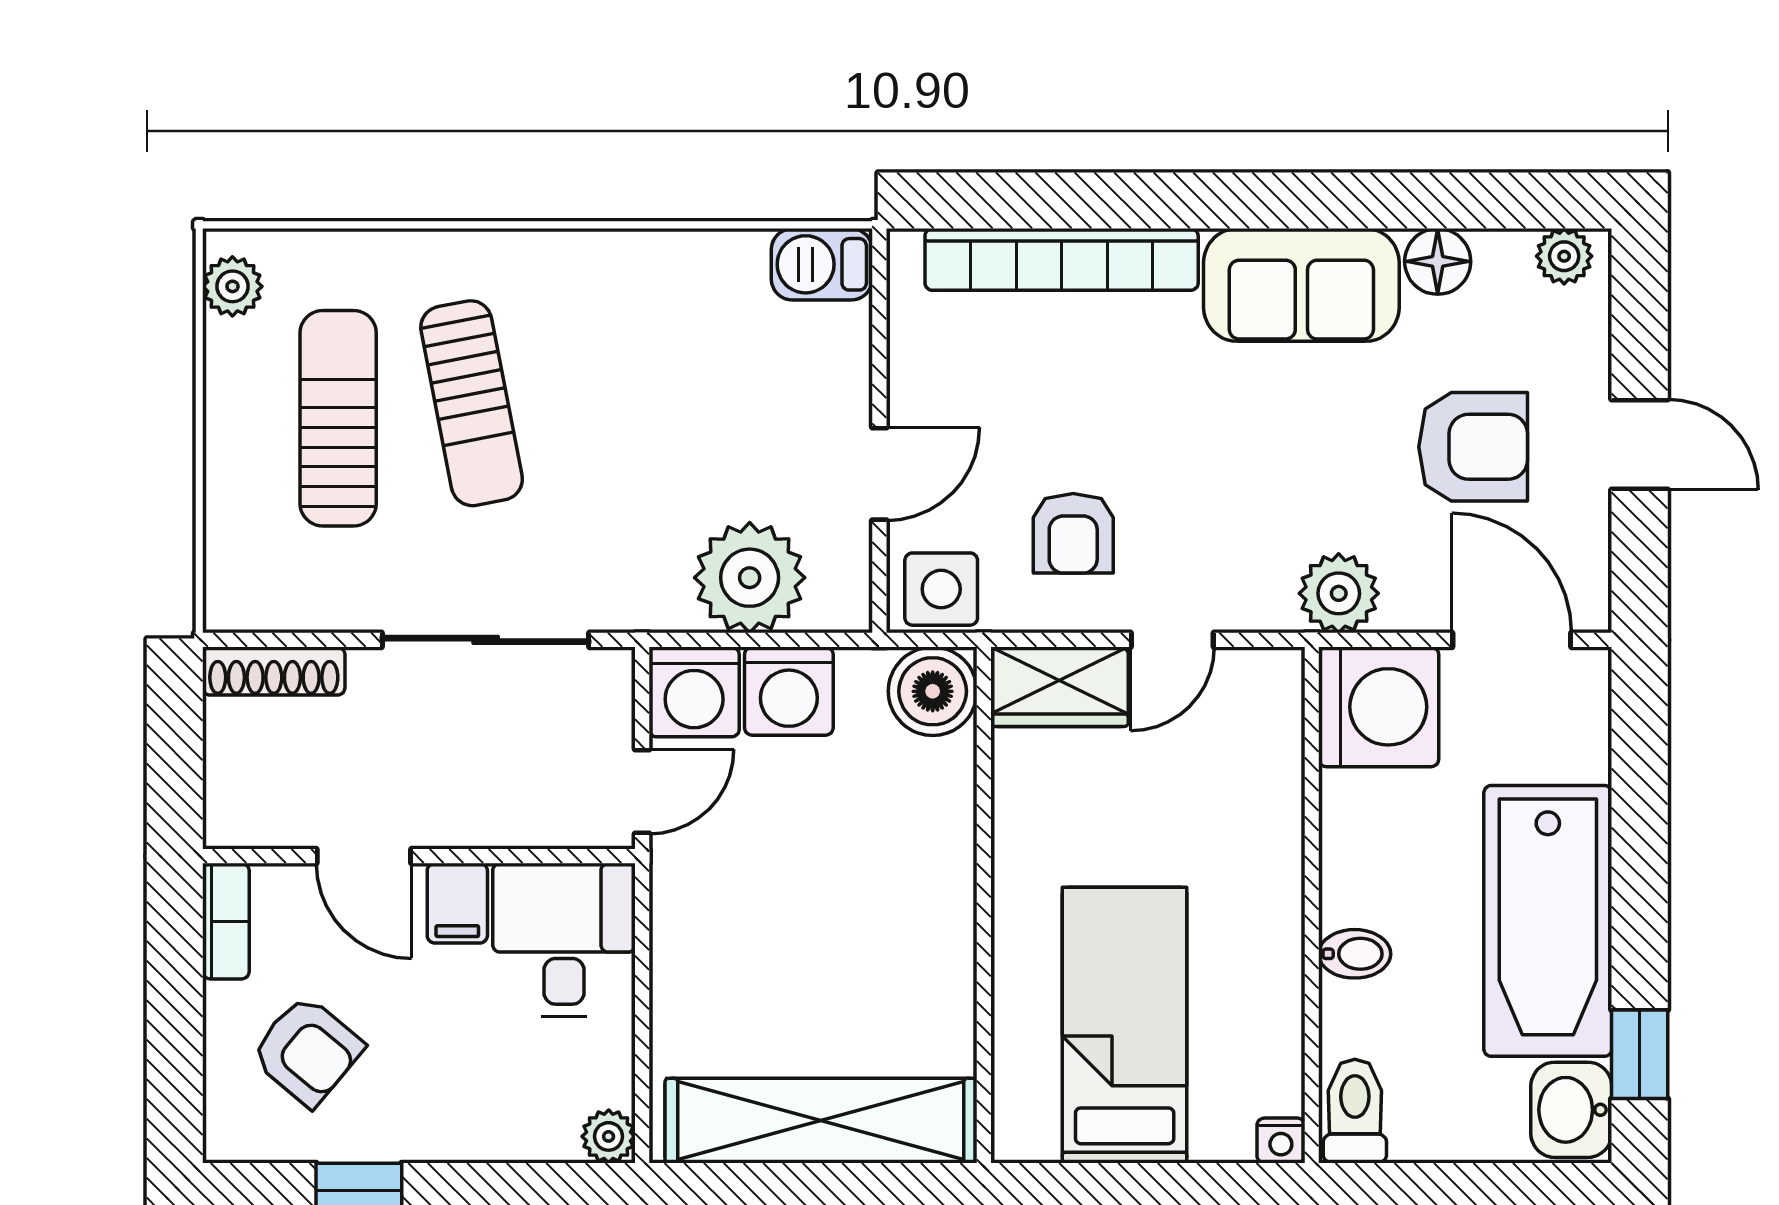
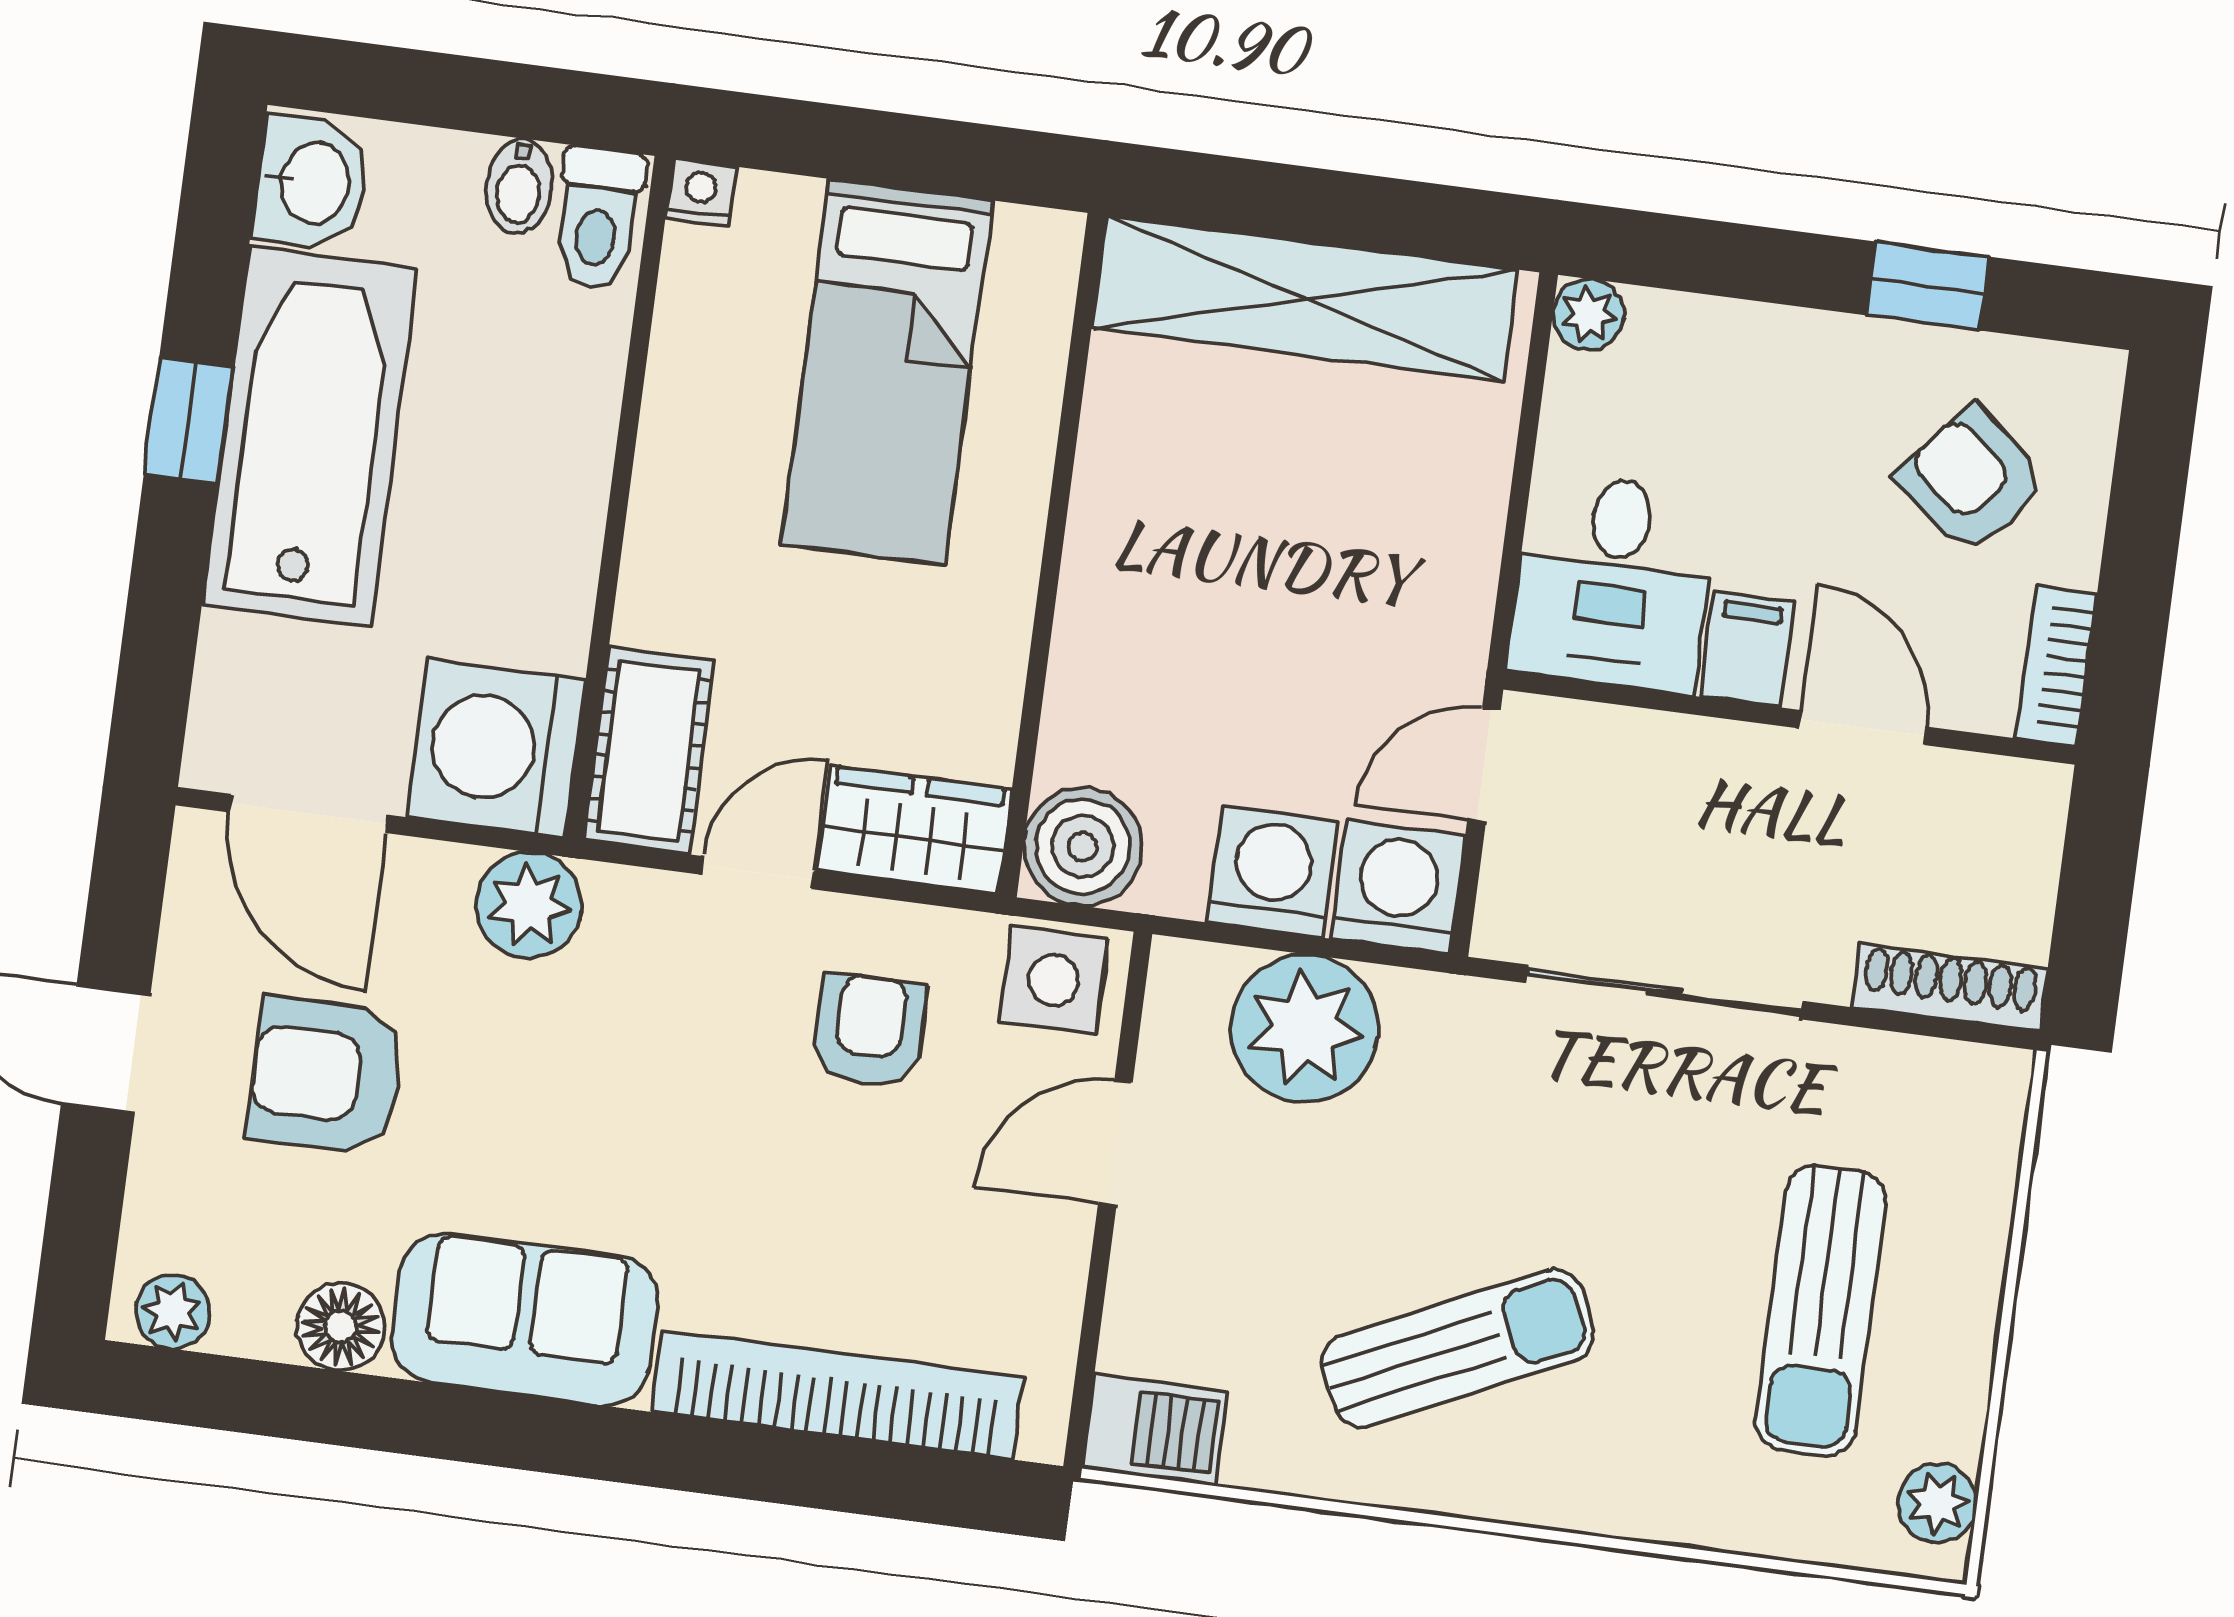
sun lounger: (472, 403) -> (1458, 1348), moved, turned 76
cot: (1265, 720) -> (649, 751), added
bidet: (1355, 954) -> (519, 186), moved, turned -90
window: (1640, 1054) -> (188, 420), moved

